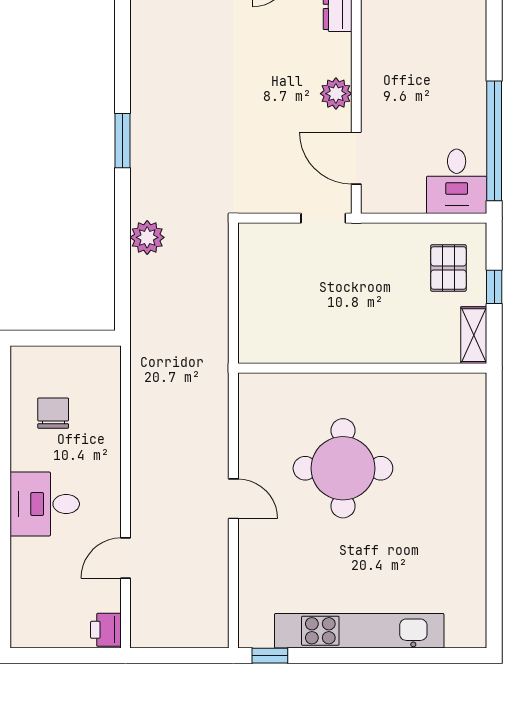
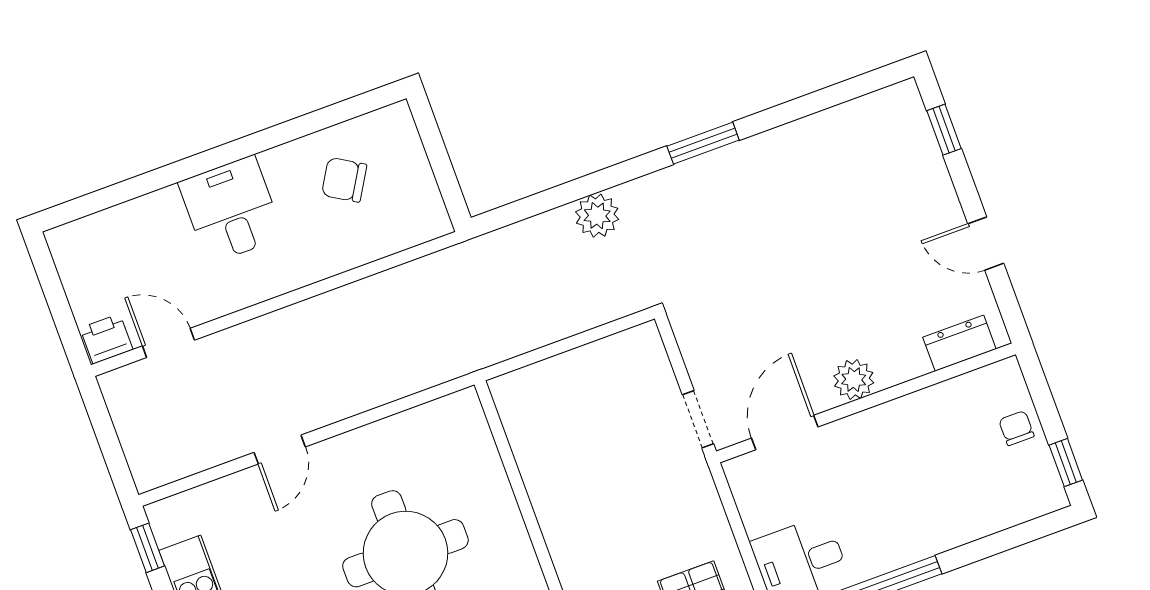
chair: (53, 413) -> (344, 180), turned -149
door: (233, 499) -> (280, 450), moved
door: (126, 558) -> (168, 343), moved

